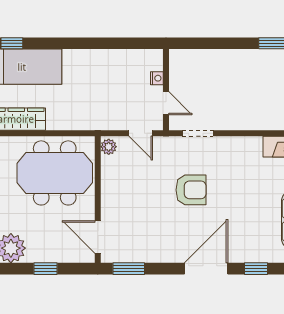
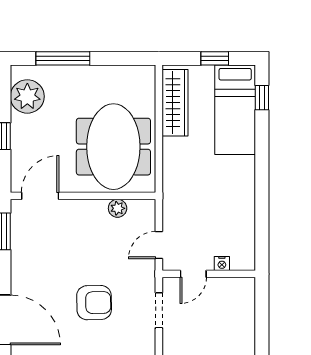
plant: (109, 147) -> (118, 208), moved
armchair: (191, 190) -> (94, 303), turned -91

